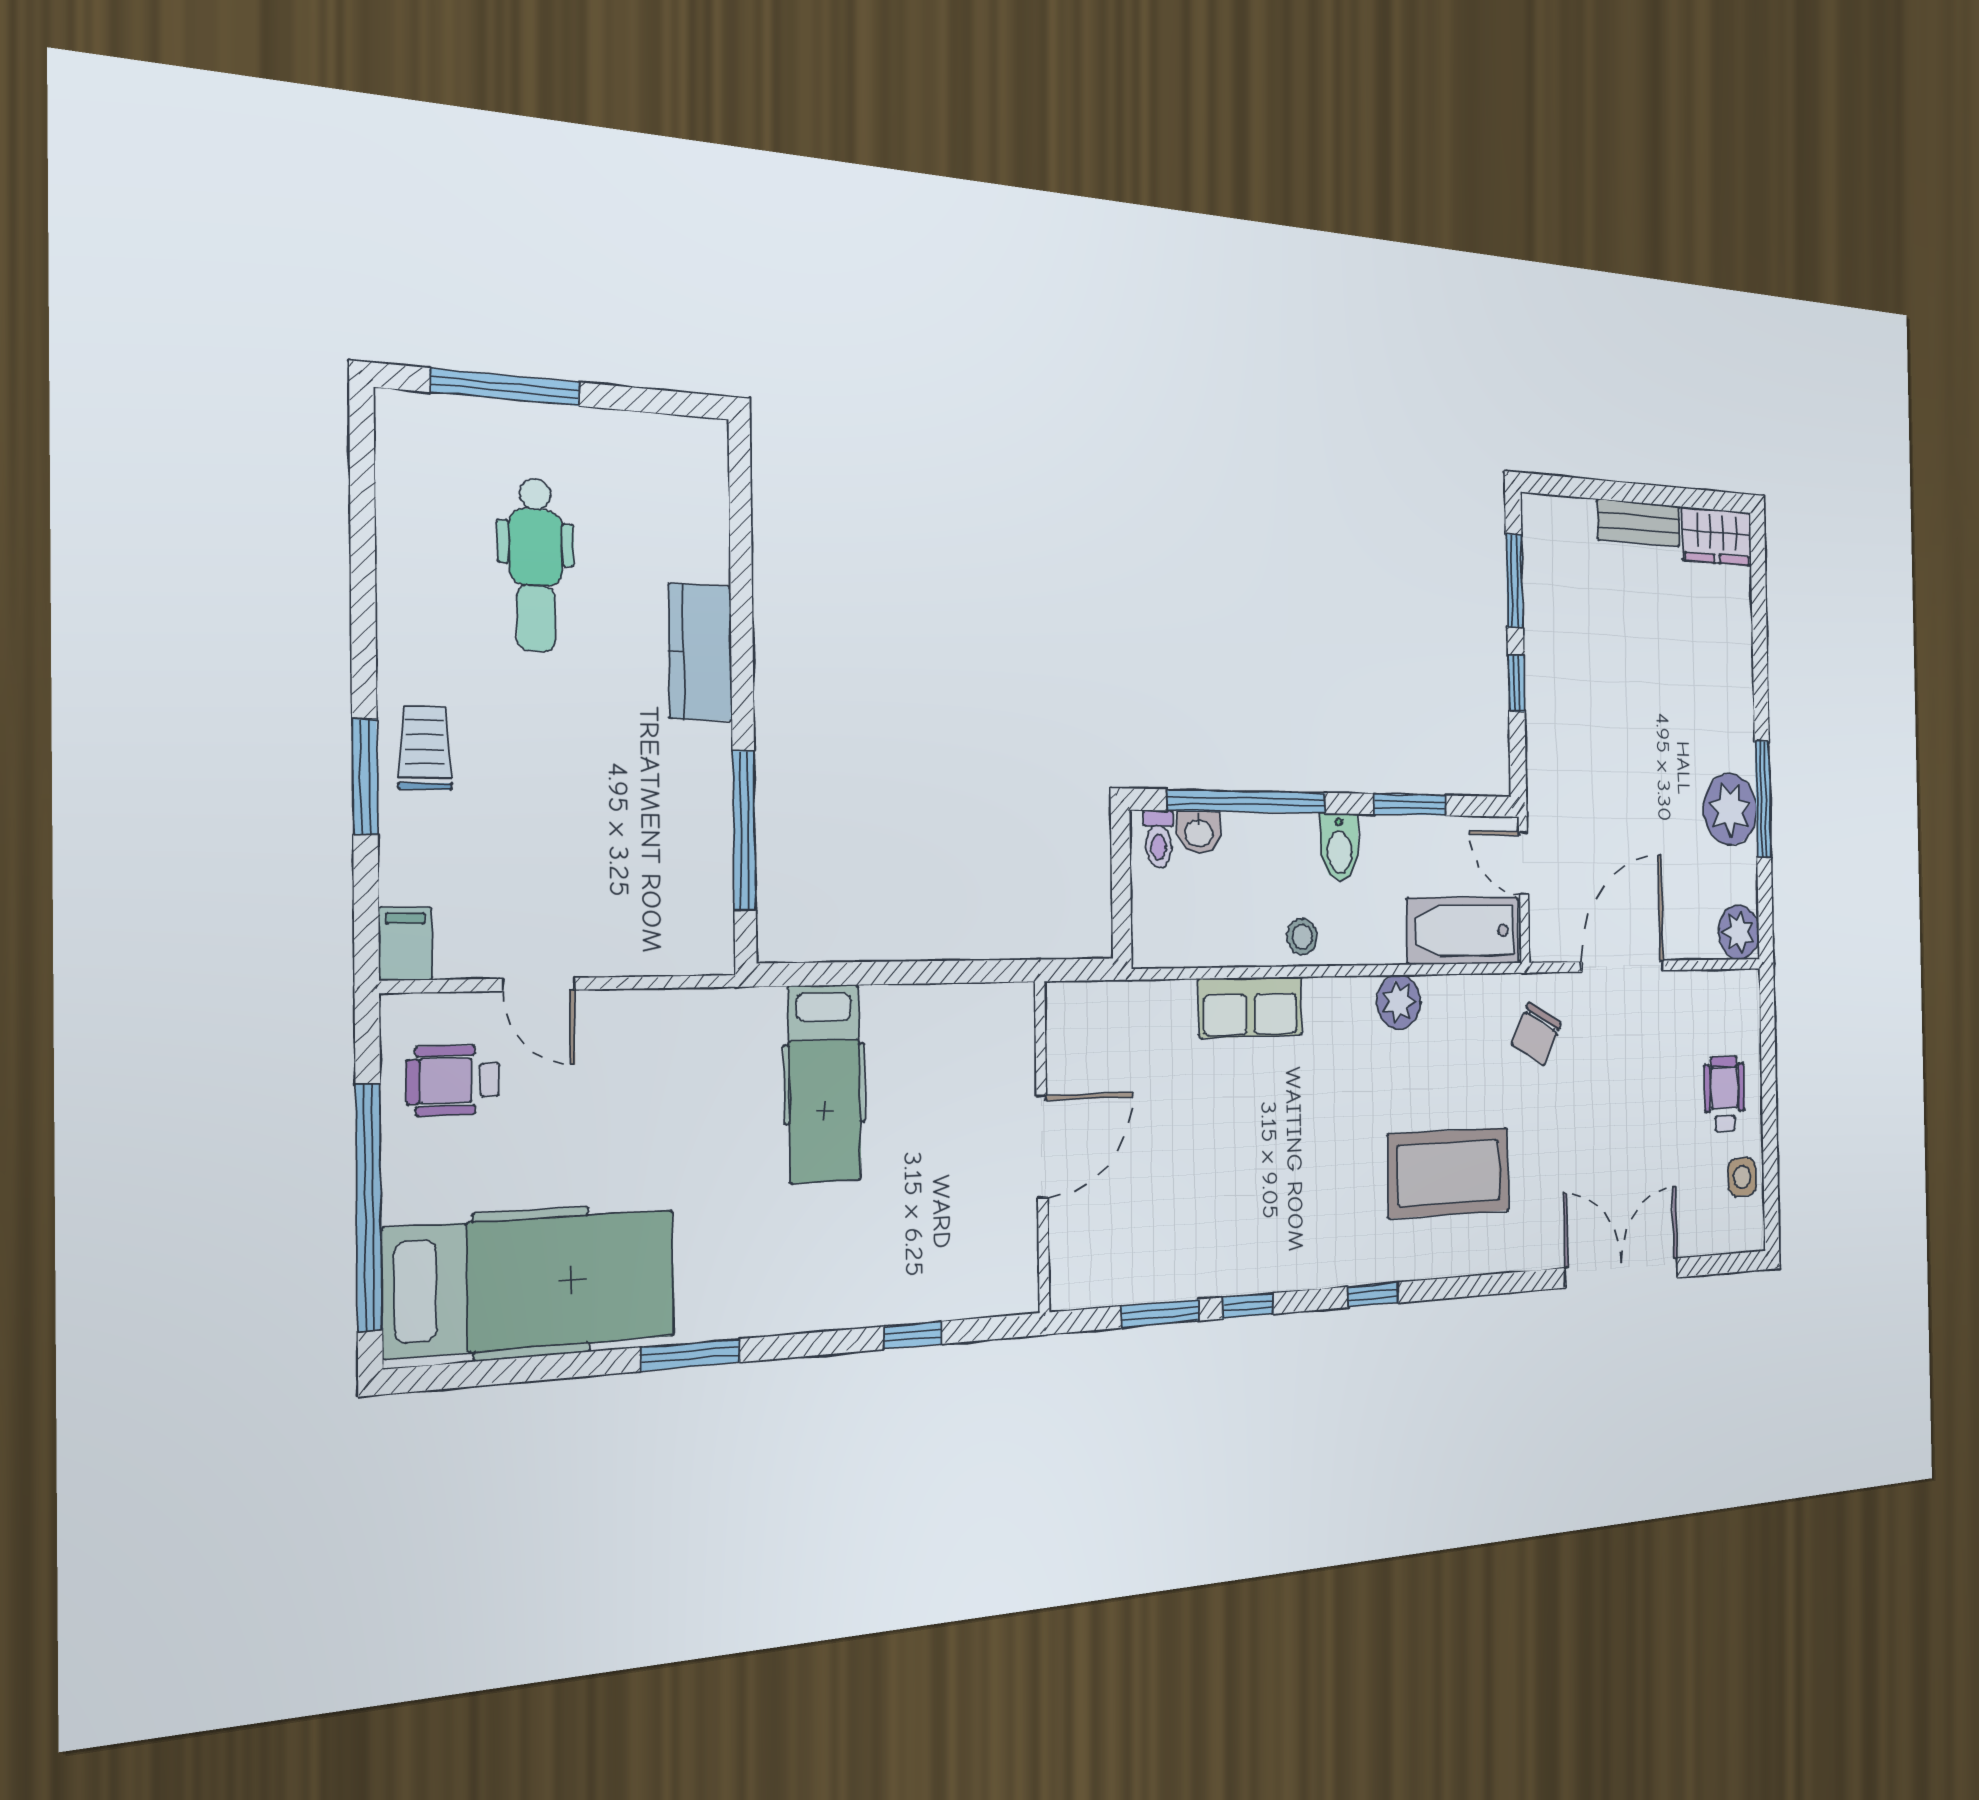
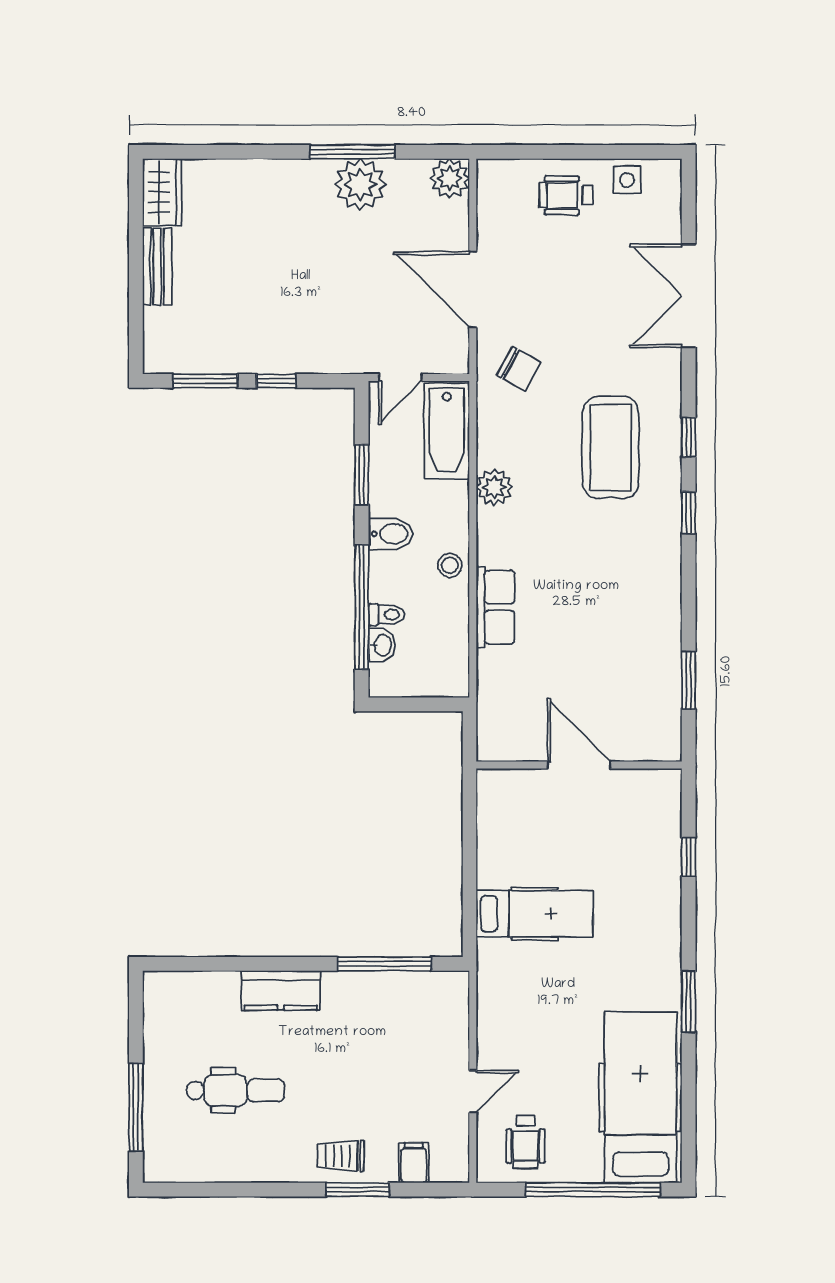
toilet: (1159, 839) -> (387, 615), moved
filing cabinet: (406, 944) -> (414, 1163), moved, turned 90
window: (1248, 1306) -> (689, 437), moved

